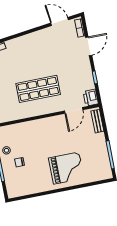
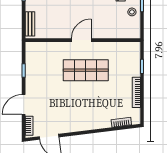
printer: (91, 98) -> (32, 50), removed
door: (74, 110) -> (81, 40), moved

